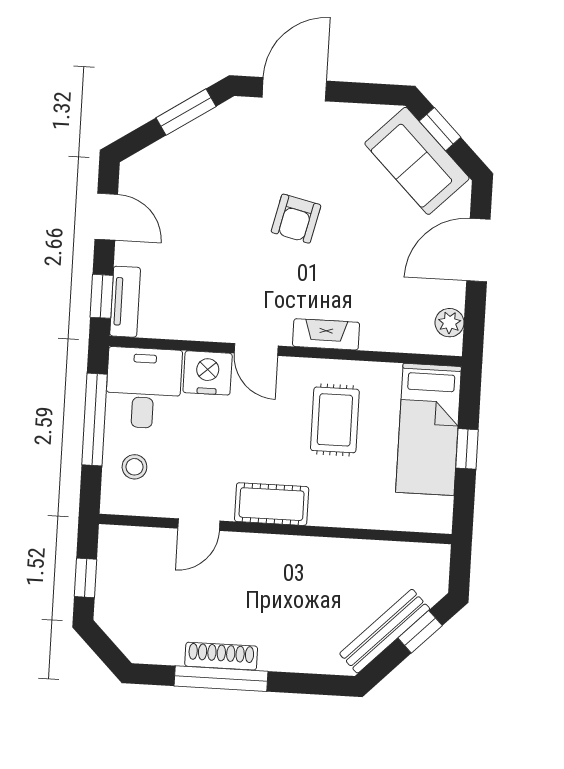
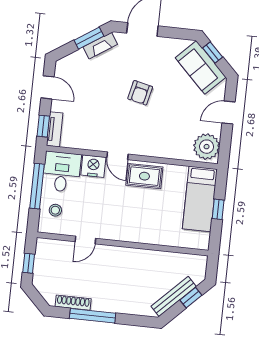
door: (478, 250) -> (228, 113), width x0.73
plant: (449, 323) -> (207, 147), width x1.87, depth x1.87
fireplace: (326, 334) -> (100, 46), moved, turned 147
rug: (335, 420) -> (144, 176), moved, turned 90
cot: (272, 504) -> (121, 232), removed
shoe rack: (221, 656) -> (73, 303), moved

